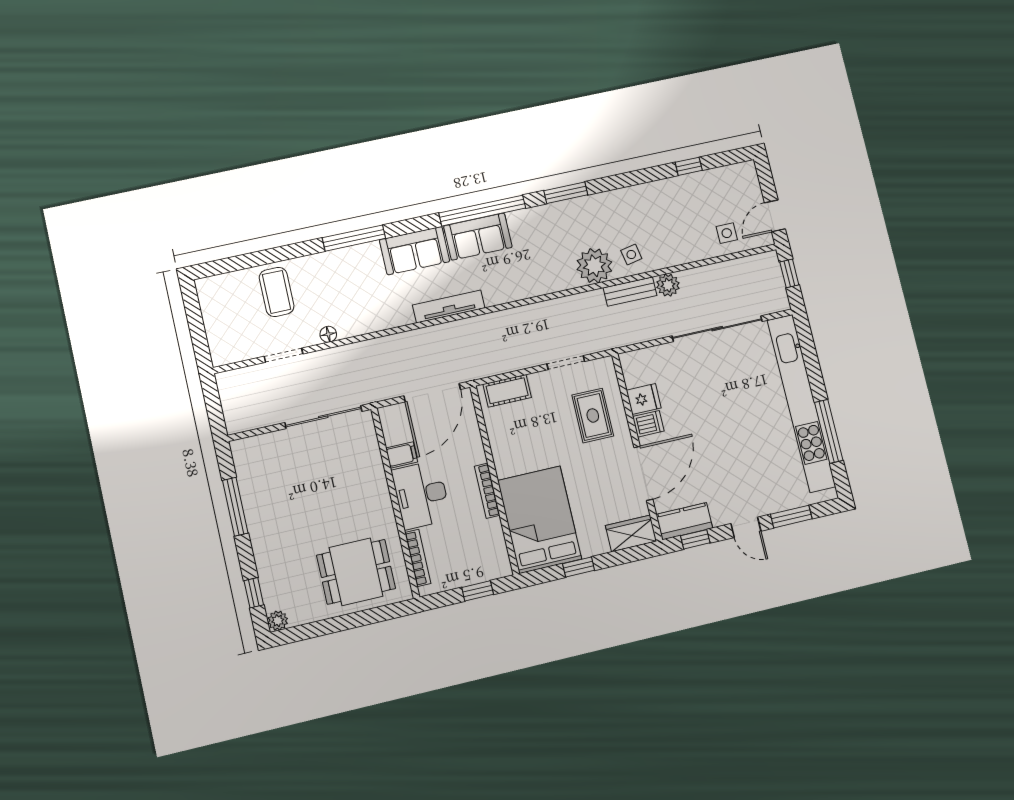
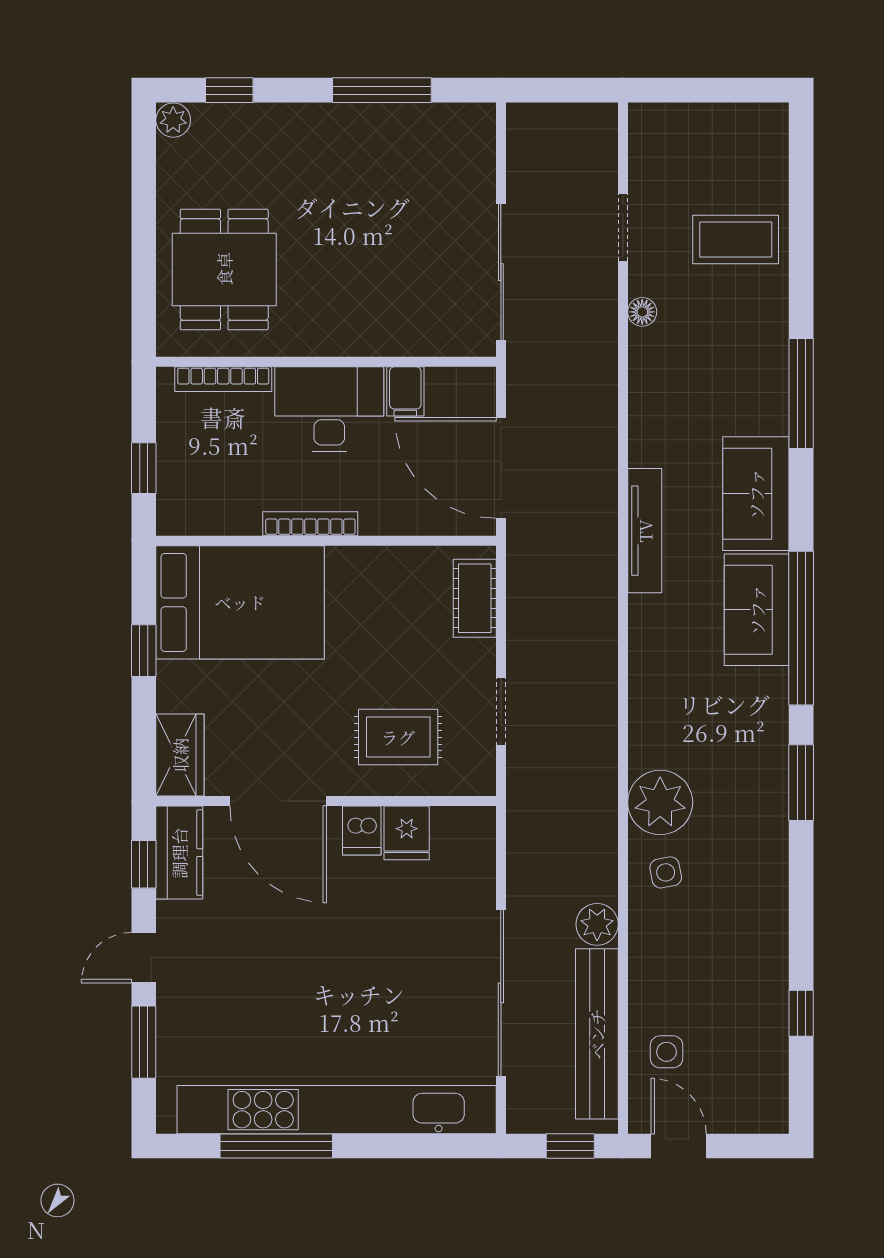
bench: (630, 292) -> (597, 1034), moved, width x1.86, depth x1.21

